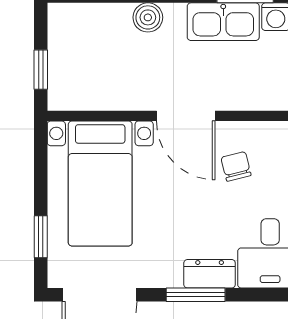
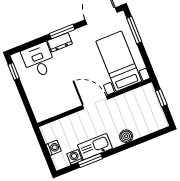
chair: (236, 166) -> (66, 90), removed
window: (41, 237) -> (134, 30), width x1.50

